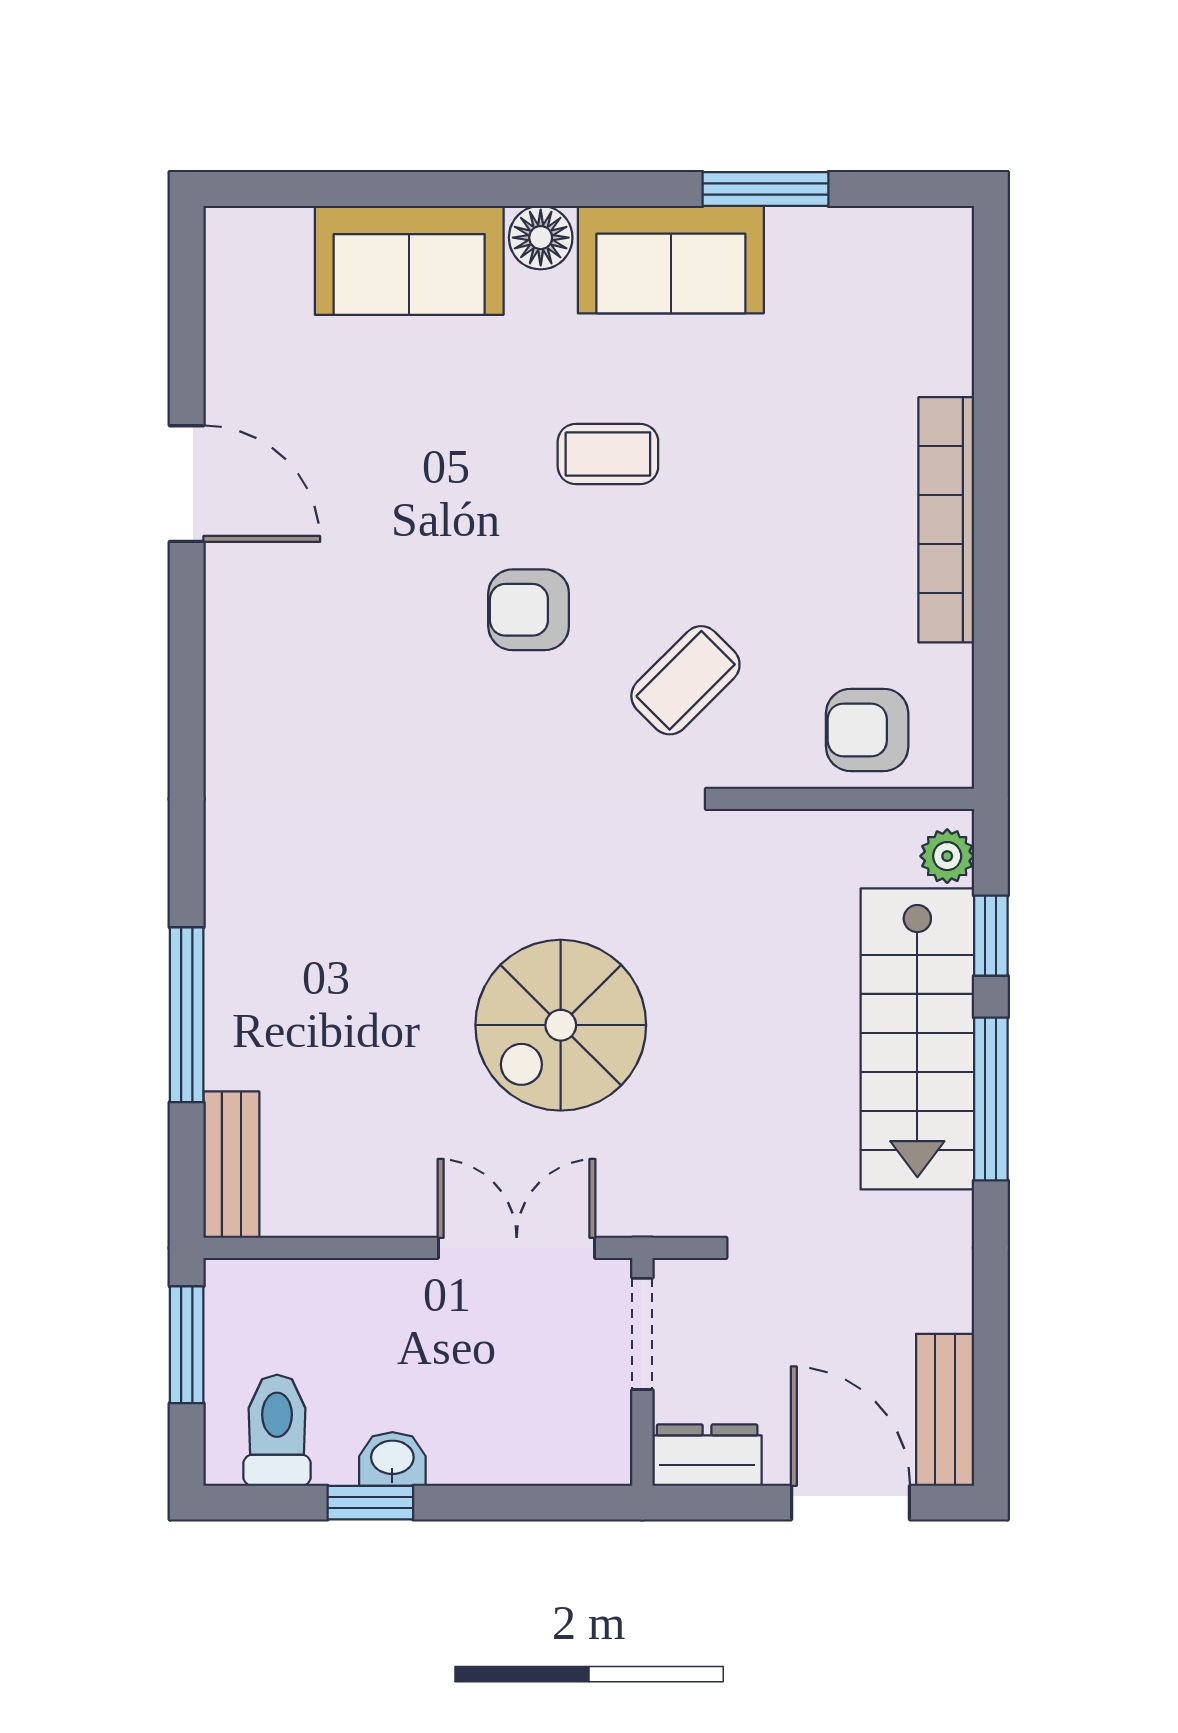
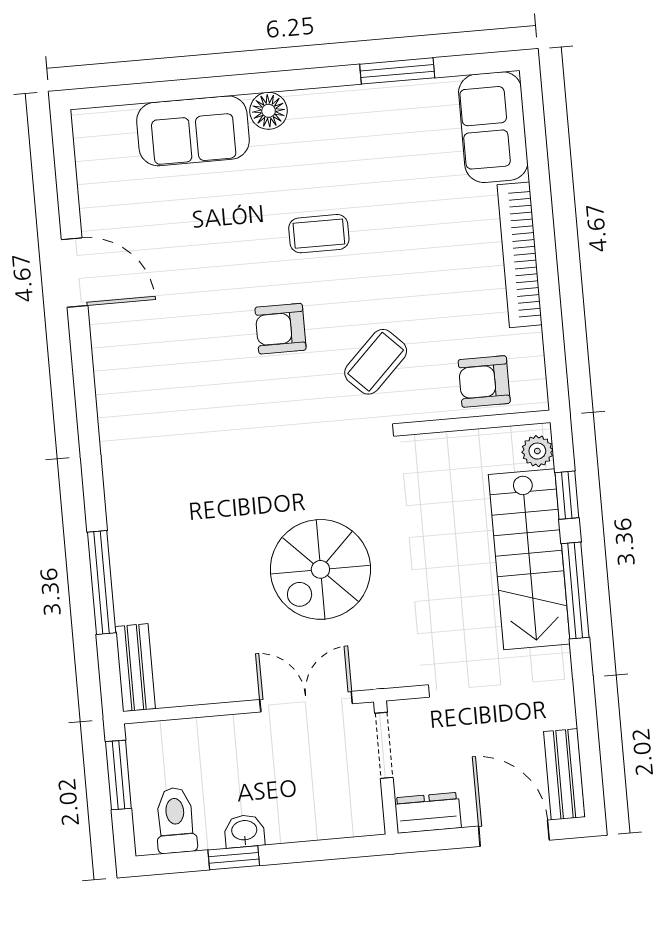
sofa: (671, 260) -> (493, 127), moved, turned 90

